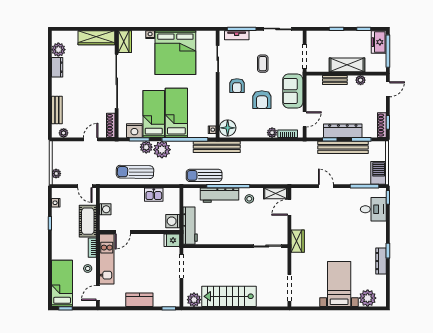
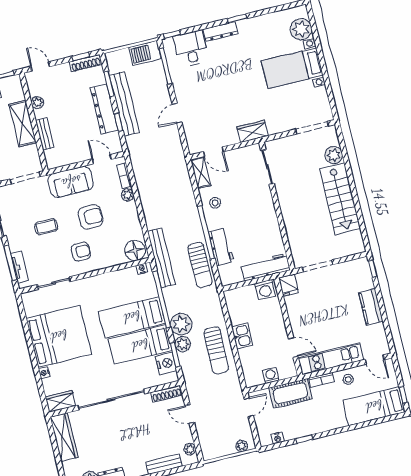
kitchen sink: (154, 195) -> (242, 336), moved
workbench: (219, 195) -> (221, 247), width x0.73
dresser: (381, 261) -> (220, 31), moved
plant: (194, 300) -> (334, 155), moved

